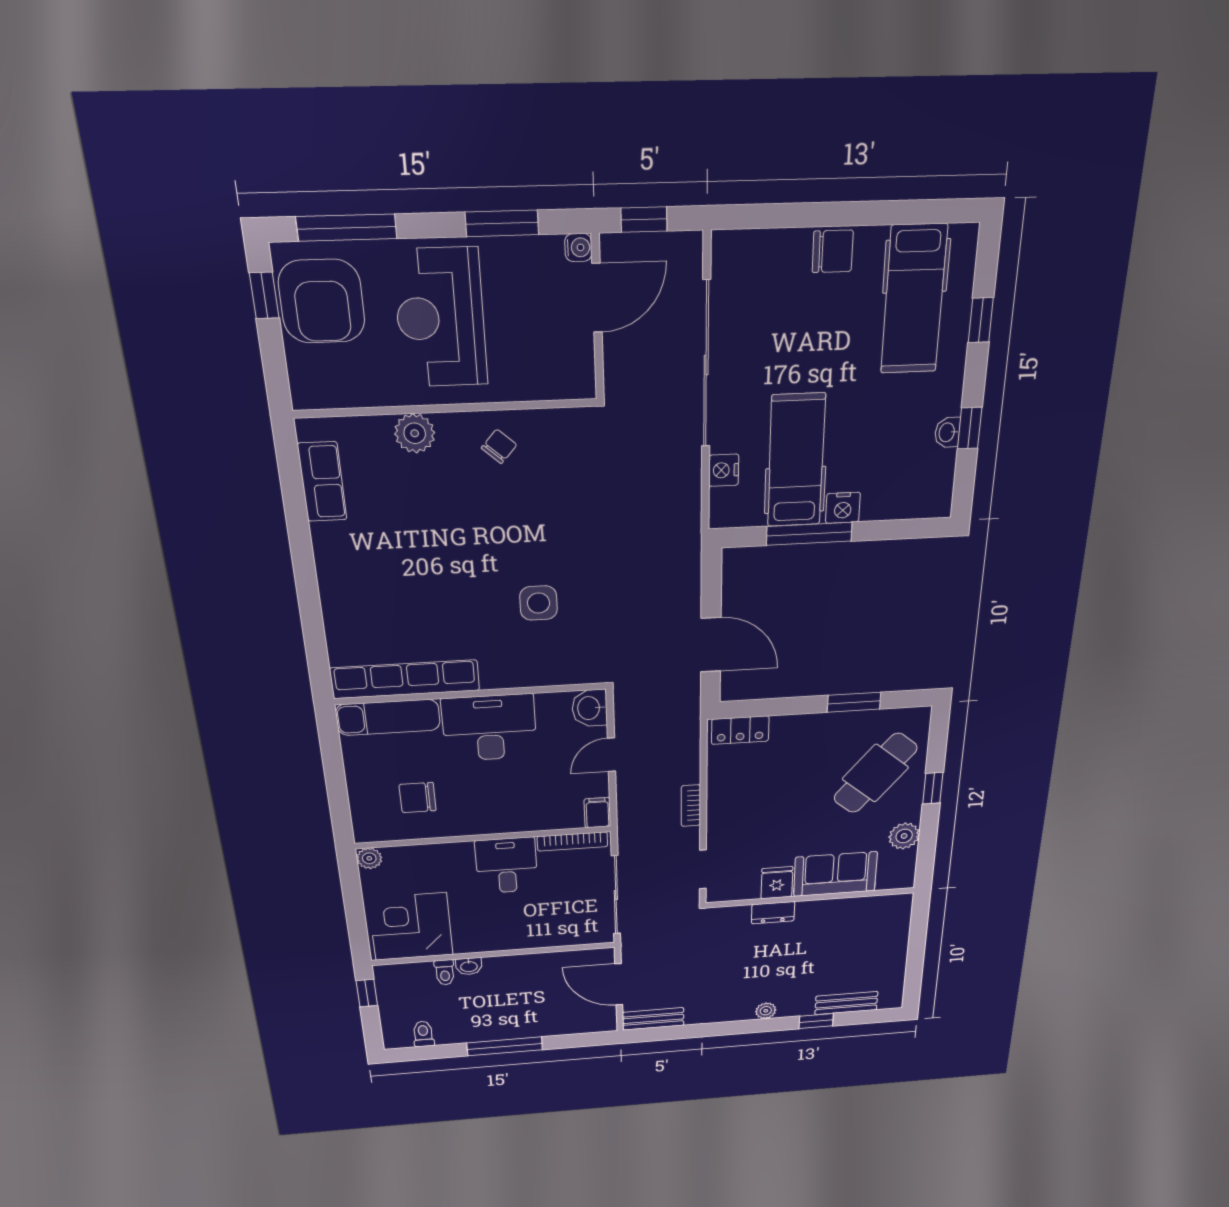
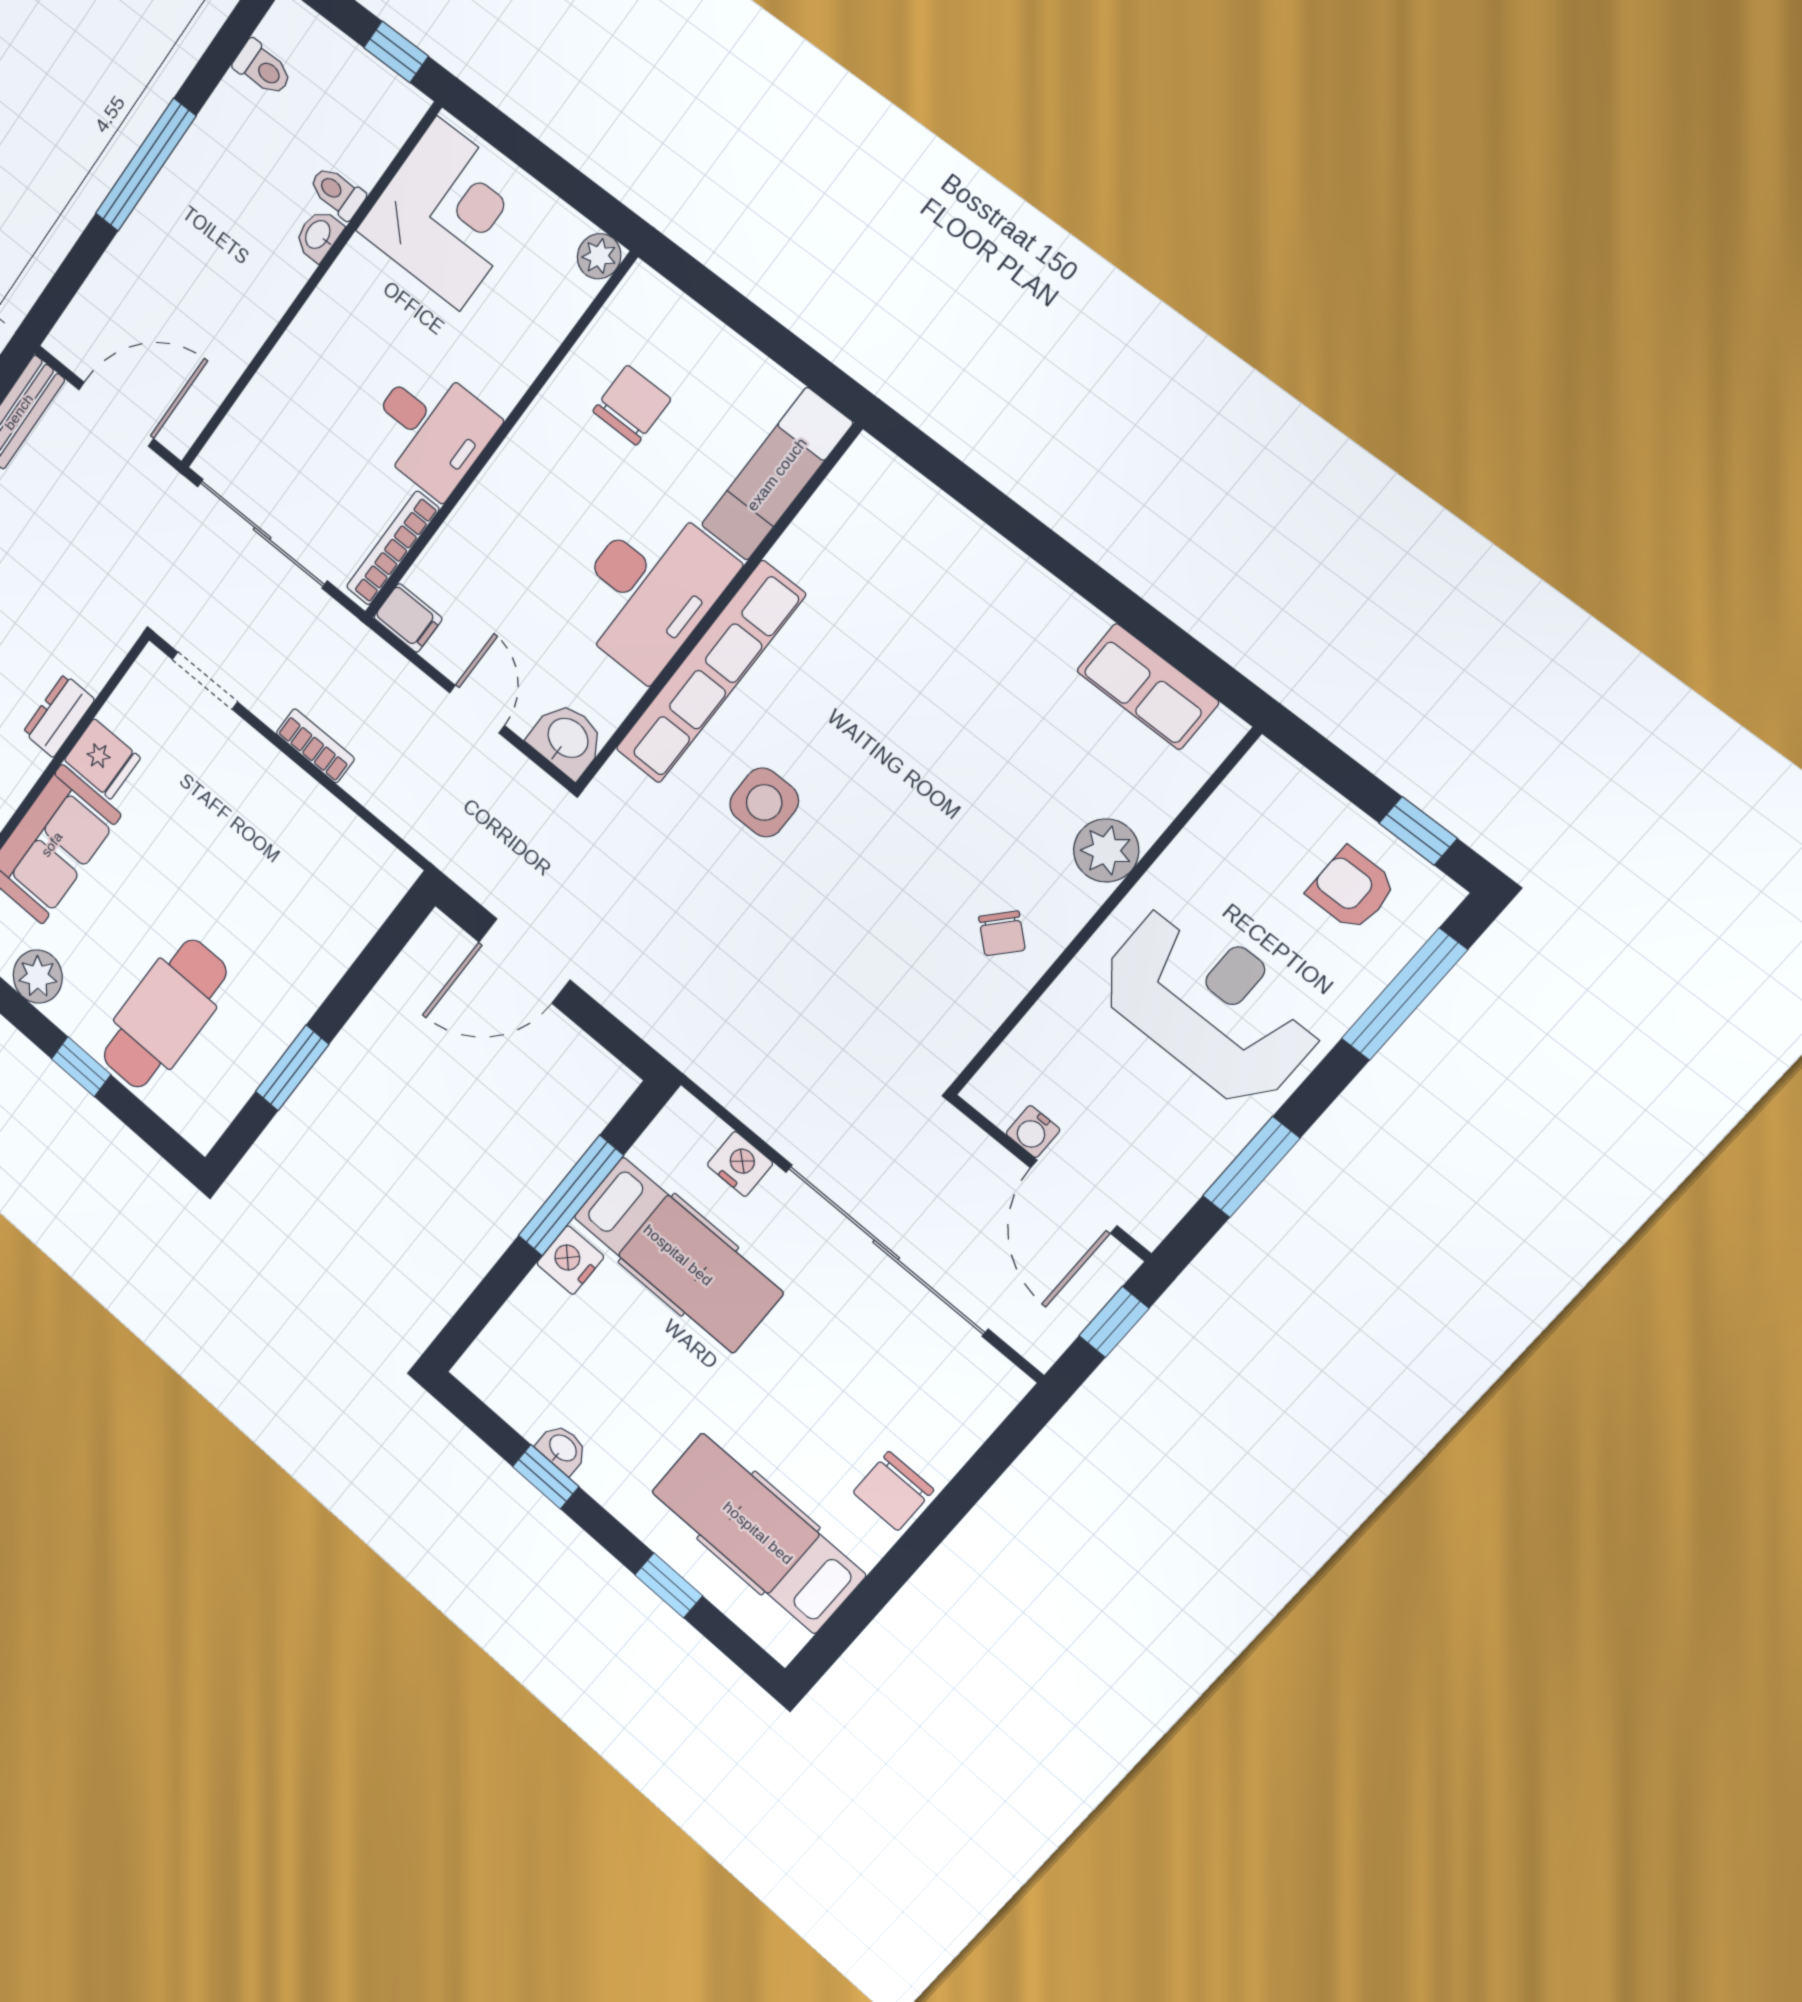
water cooler: (578, 247) -> (1033, 1132), moved
armchair: (322, 301) -> (1352, 889), width x0.53, depth x0.53
row of seats: (405, 679) -> (710, 672), moved
locker: (740, 730) -> (373, 898), removed
cafe table: (875, 773) -> (165, 1014), turned 50

